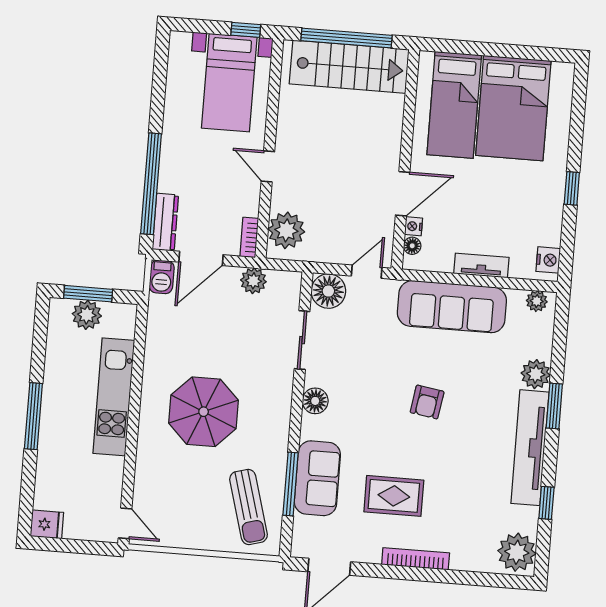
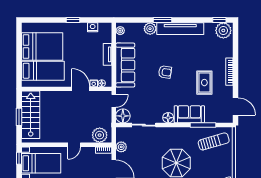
window: (347, 38) -> (19, 117), width x0.47
nightstand: (548, 260) -> (93, 27), moved
door: (367, 272) -> (114, 101), swing flipped
sofa: (317, 478) -> (189, 114), moved
window: (546, 503) -> (219, 20), moved

